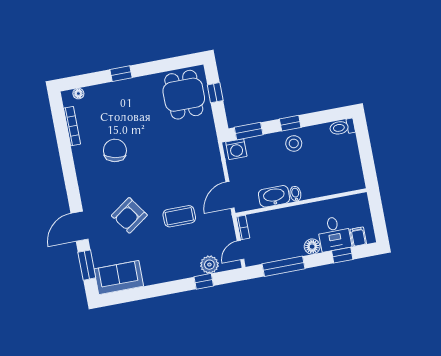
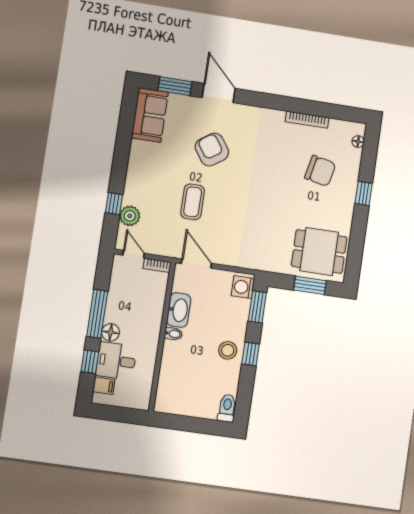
window: (215, 93) -> (310, 285), width x1.50
bookcase: (72, 126) -> (307, 120), moved
chair: (115, 150) -> (320, 171), moved
window: (283, 266) -> (97, 314), moved

